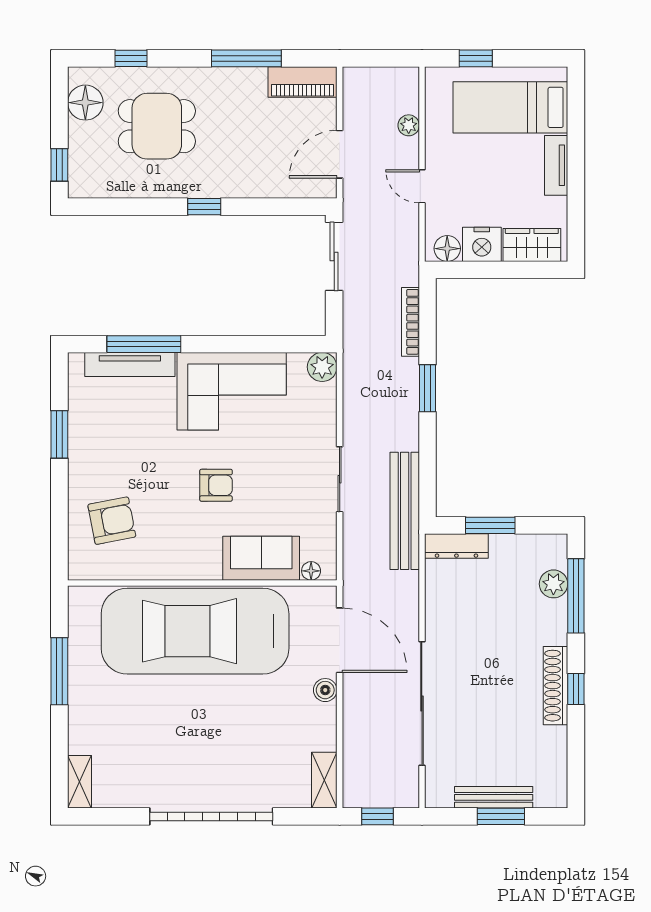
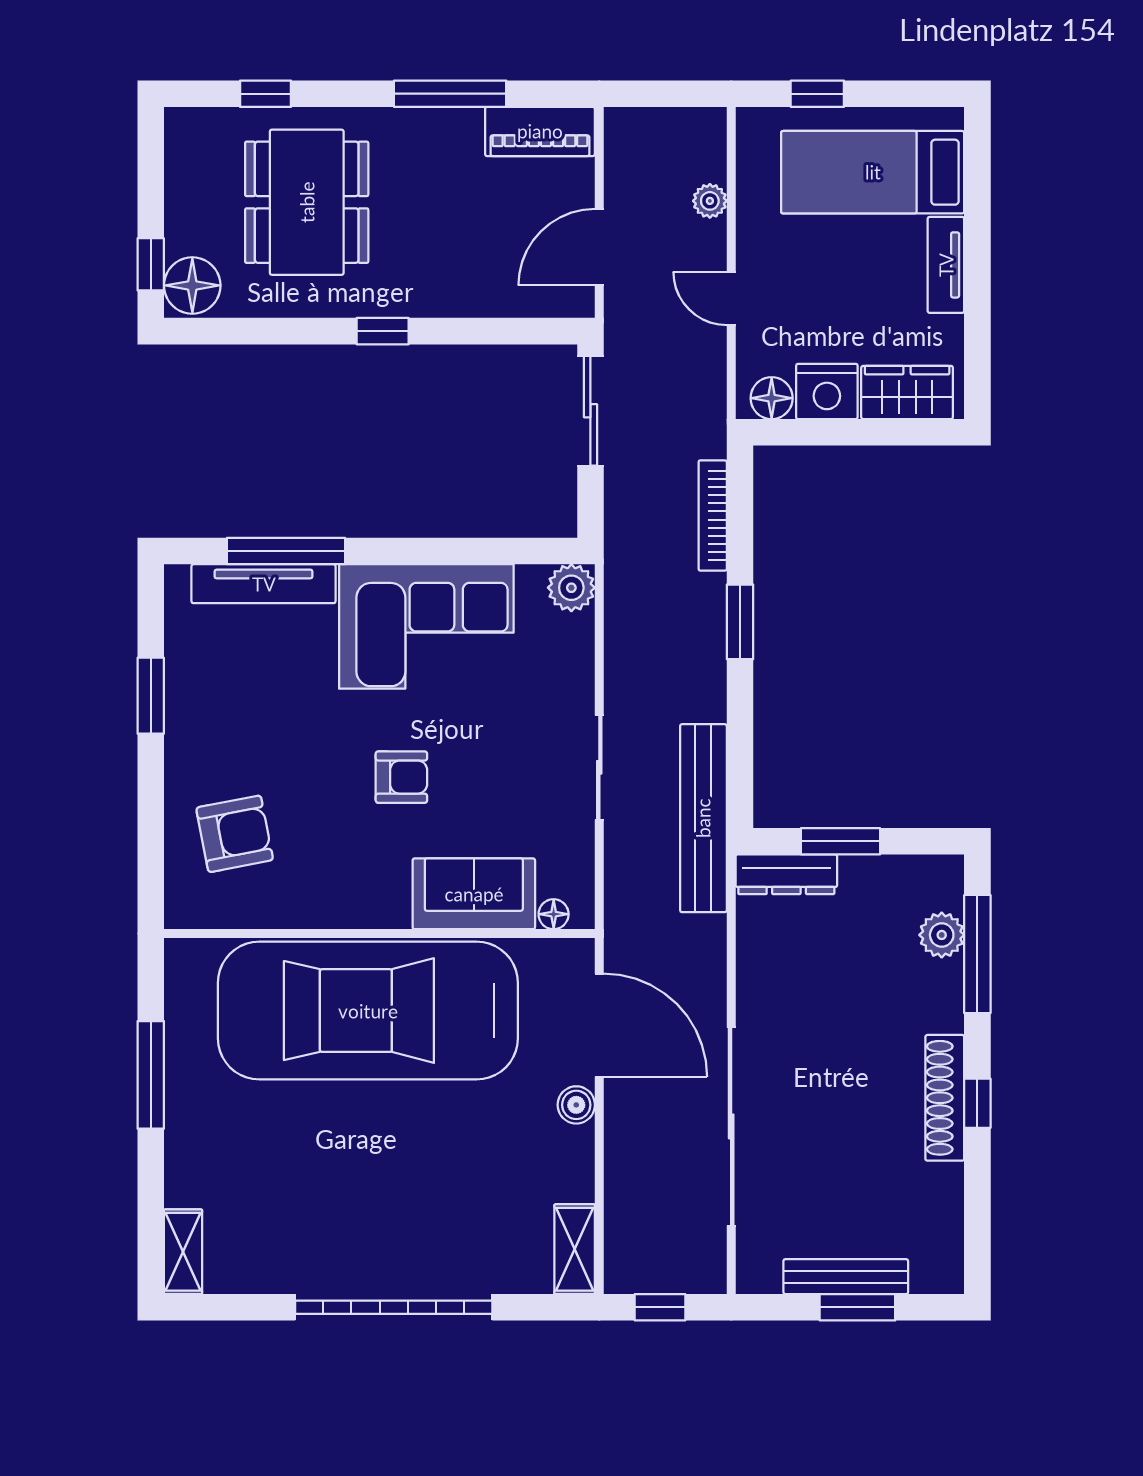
floor lamp: (85, 103) -> (192, 285), moved
dining table: (157, 126) -> (307, 202), width x1.38

